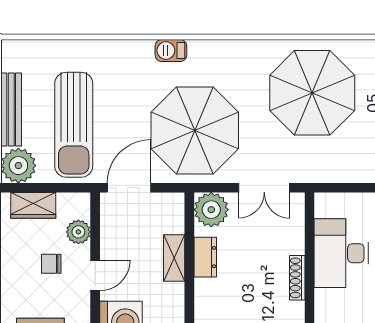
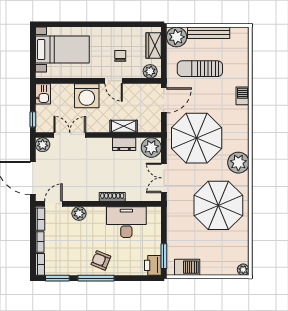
barbecue: (171, 50) -> (243, 96), moved
plant: (238, 58) -> (238, 163), added
sun lounger: (74, 125) -> (200, 69), width x0.73, depth x0.75
door: (129, 188) -> (164, 100), hinge flipped
plant: (78, 232) -> (150, 71), moved

